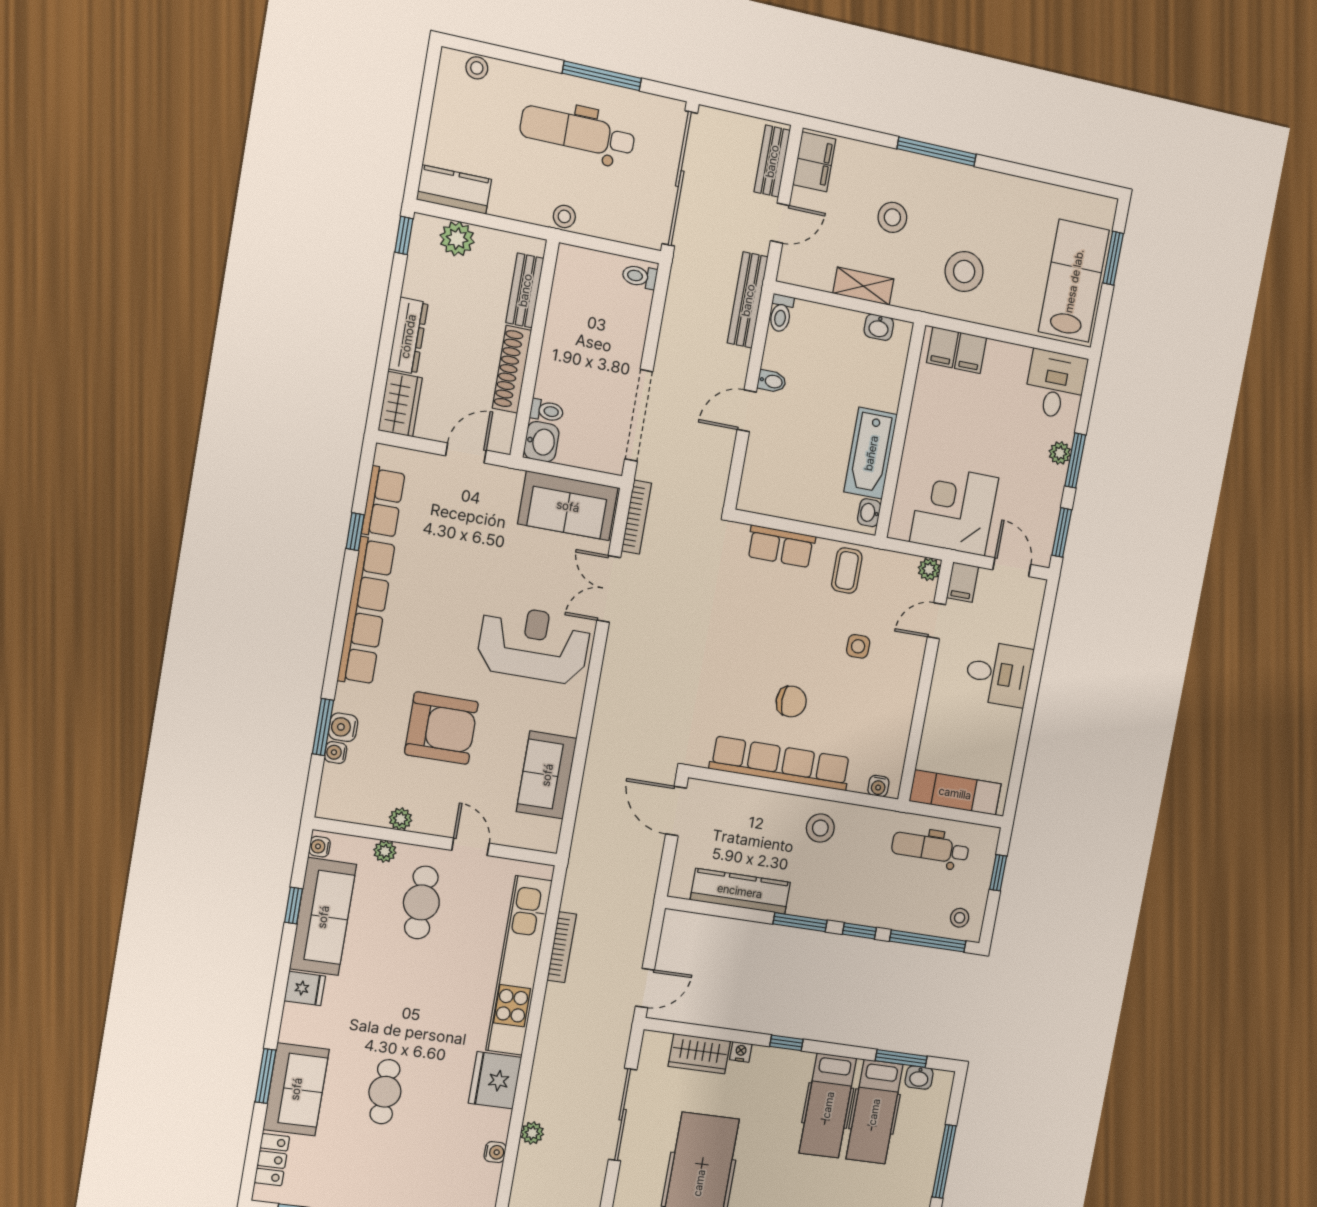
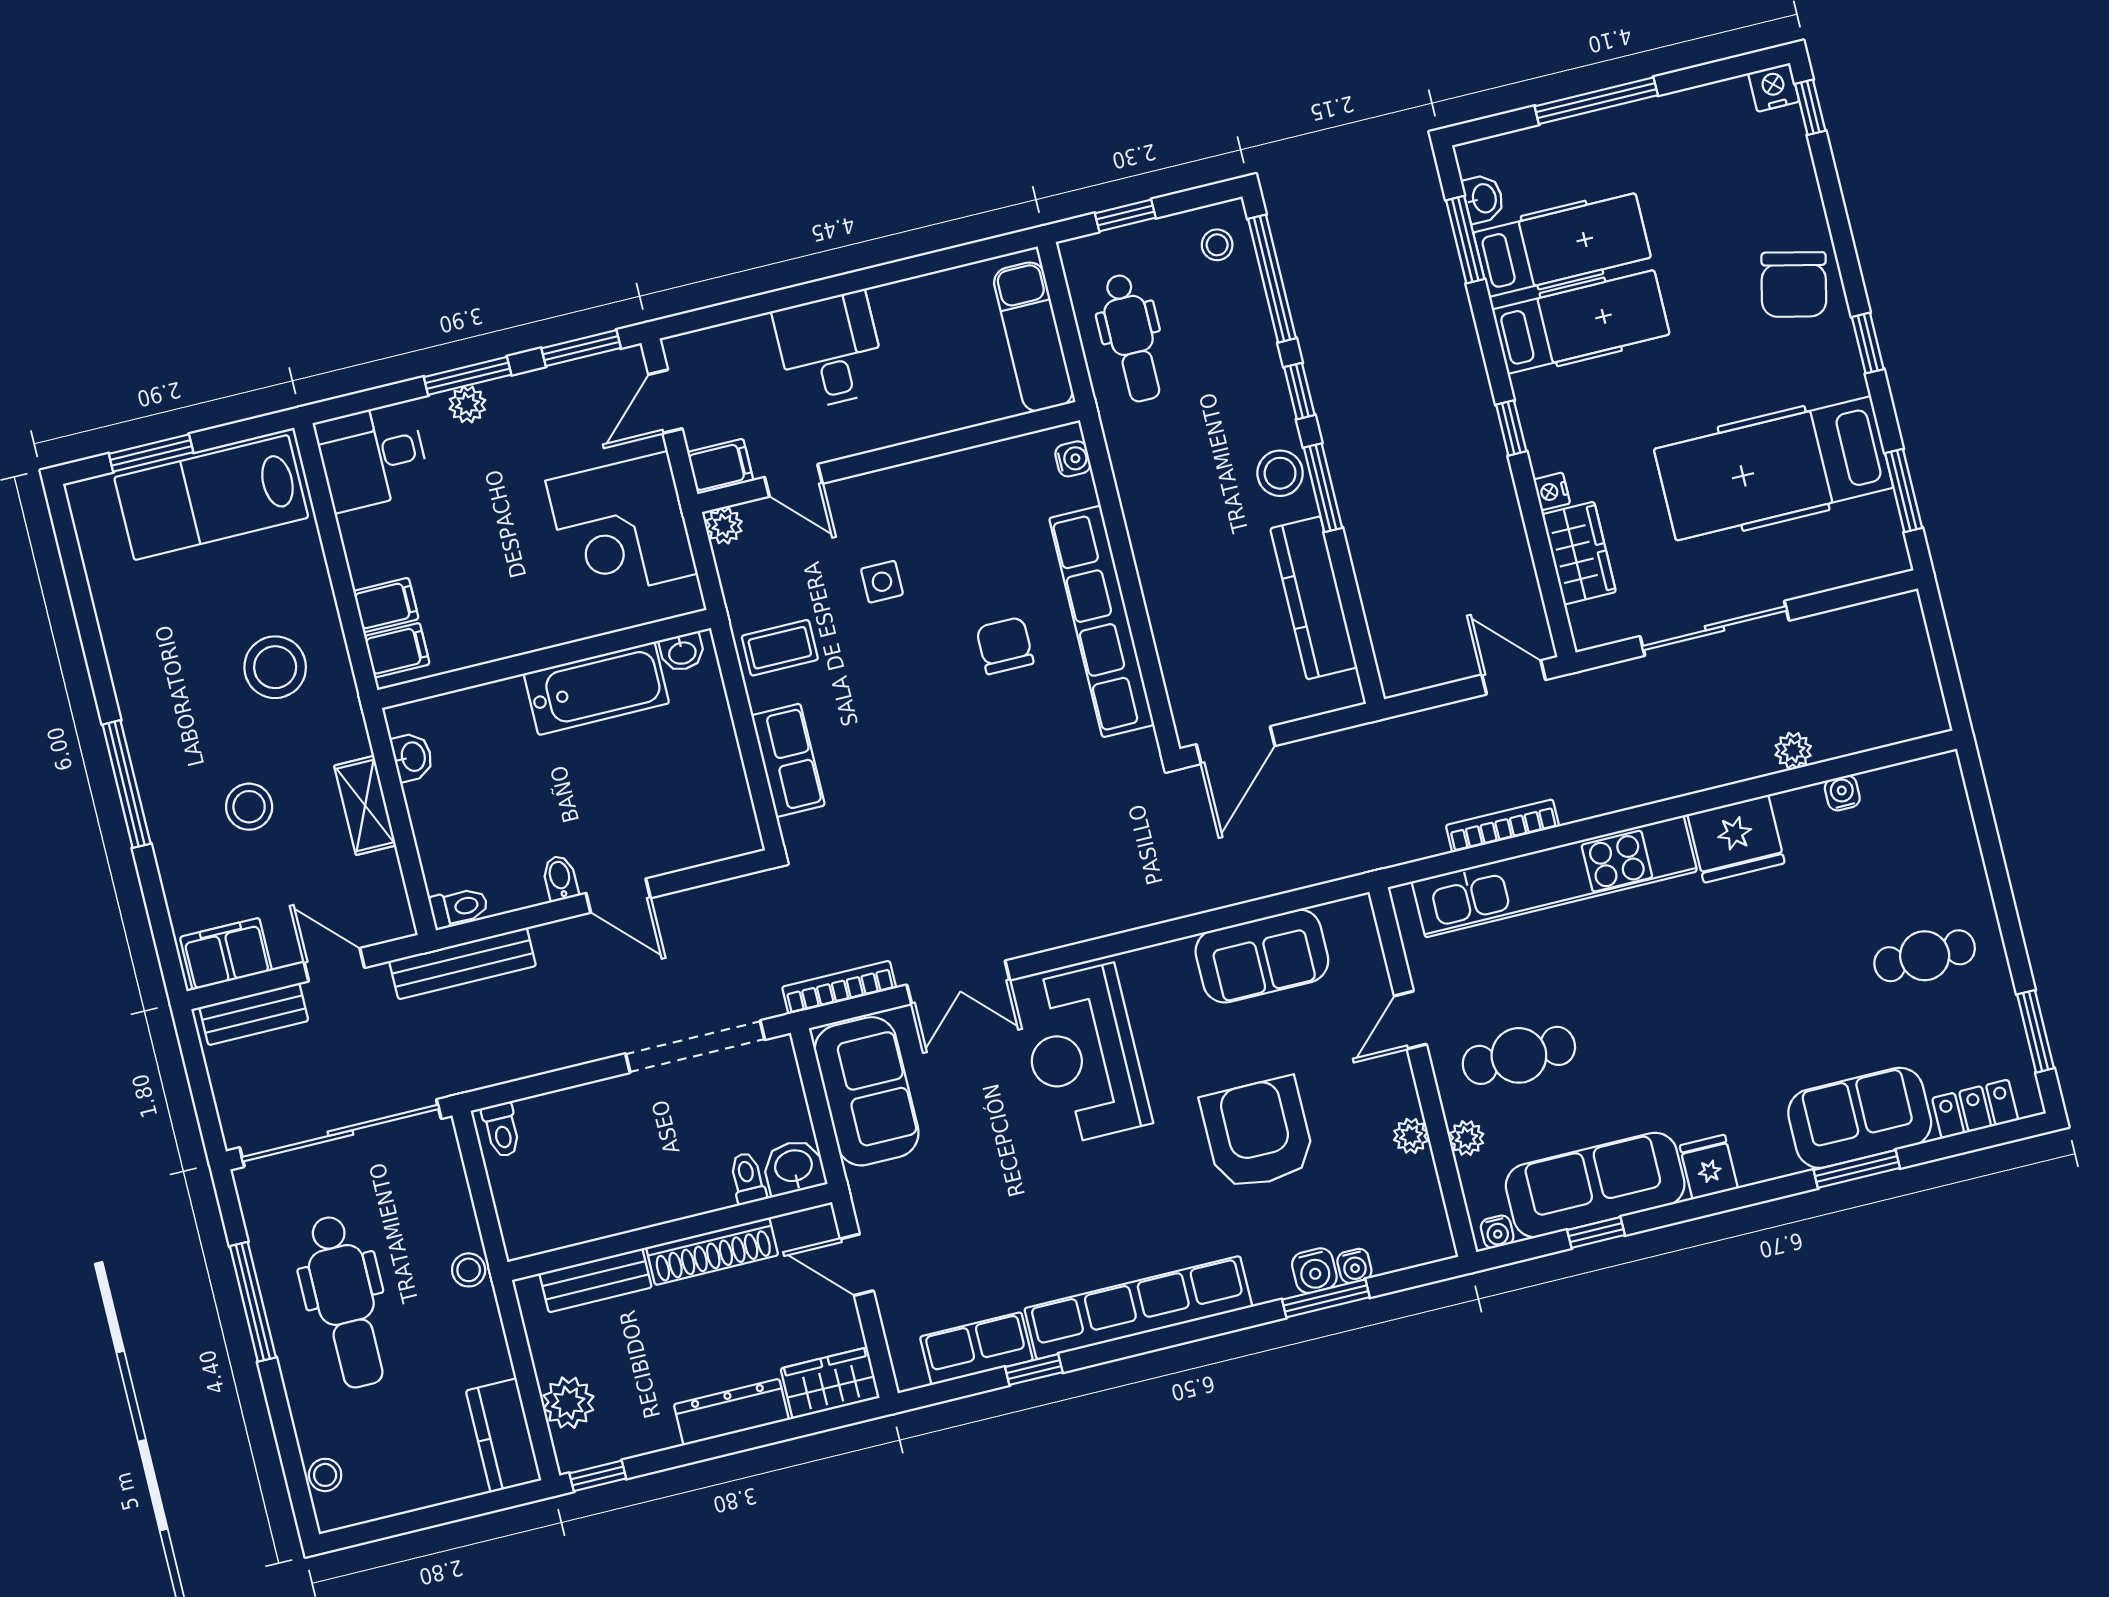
stool: (820, 828) -> (1280, 473), moved
cafe table: (385, 1092) -> (1925, 956), moved

